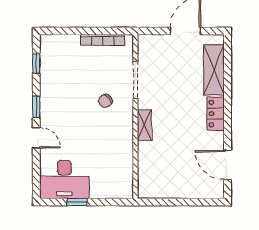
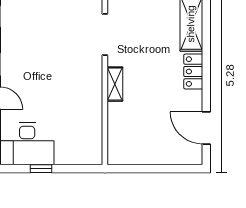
chair: (105, 101) -> (72, 57), removed

